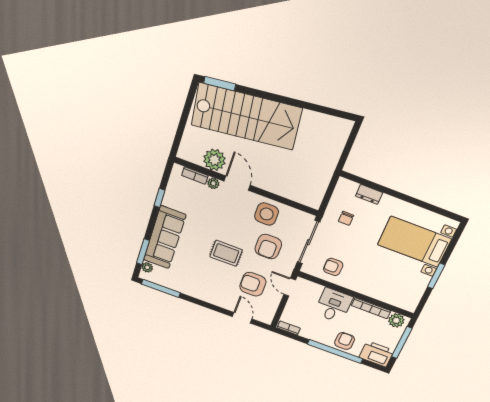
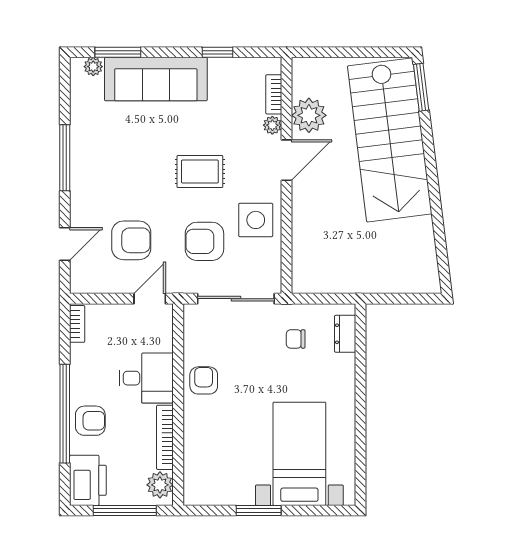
dresser: (369, 194) -> (345, 334), moved
rug: (226, 253) -> (200, 172), moved, turned 90
armchair: (333, 267) -> (204, 380), moved
armchair: (253, 284) -> (131, 240), turned 90
window: (161, 288) -> (65, 158), moved

